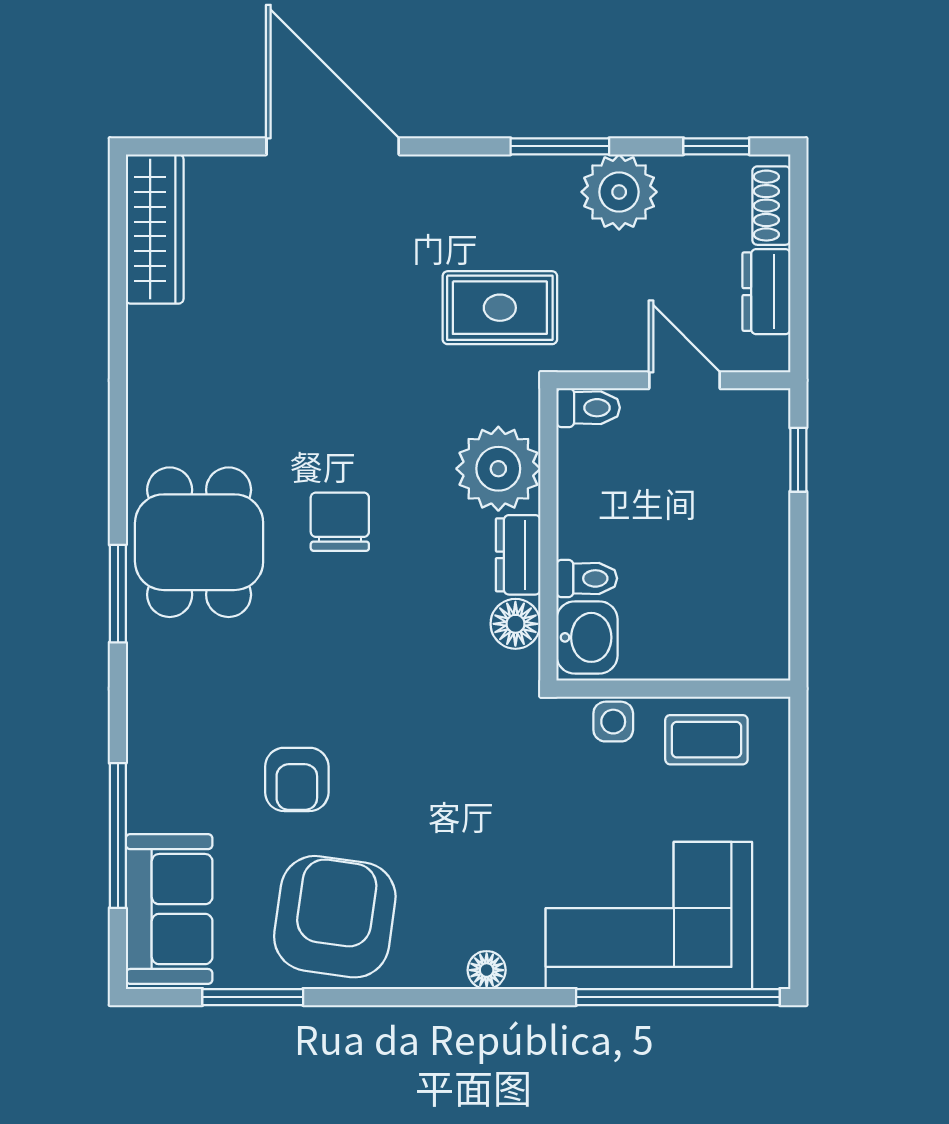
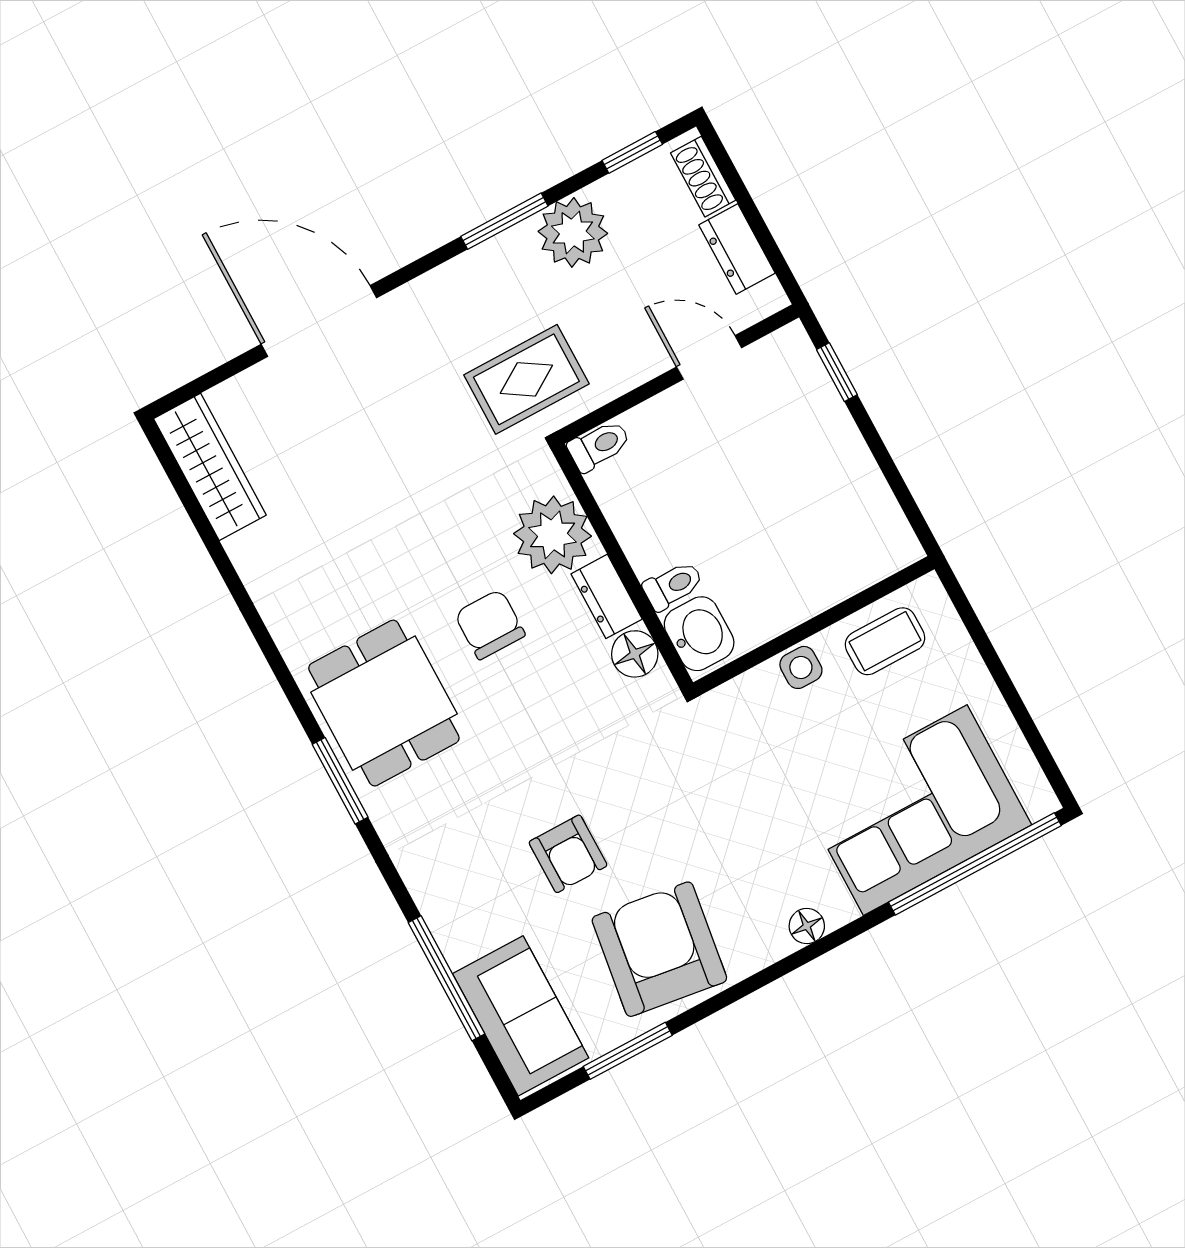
toilet: (588, 408) -> (599, 446), moved
plant: (498, 469) -> (553, 535), moved
wall: (548, 534) -> (622, 567), moved
dresser: (518, 555) -> (607, 596), moved
toilet: (587, 578) -> (673, 586), moved
floor lamp: (515, 624) -> (635, 654), moved
washbasin: (587, 637) -> (699, 634), moved

